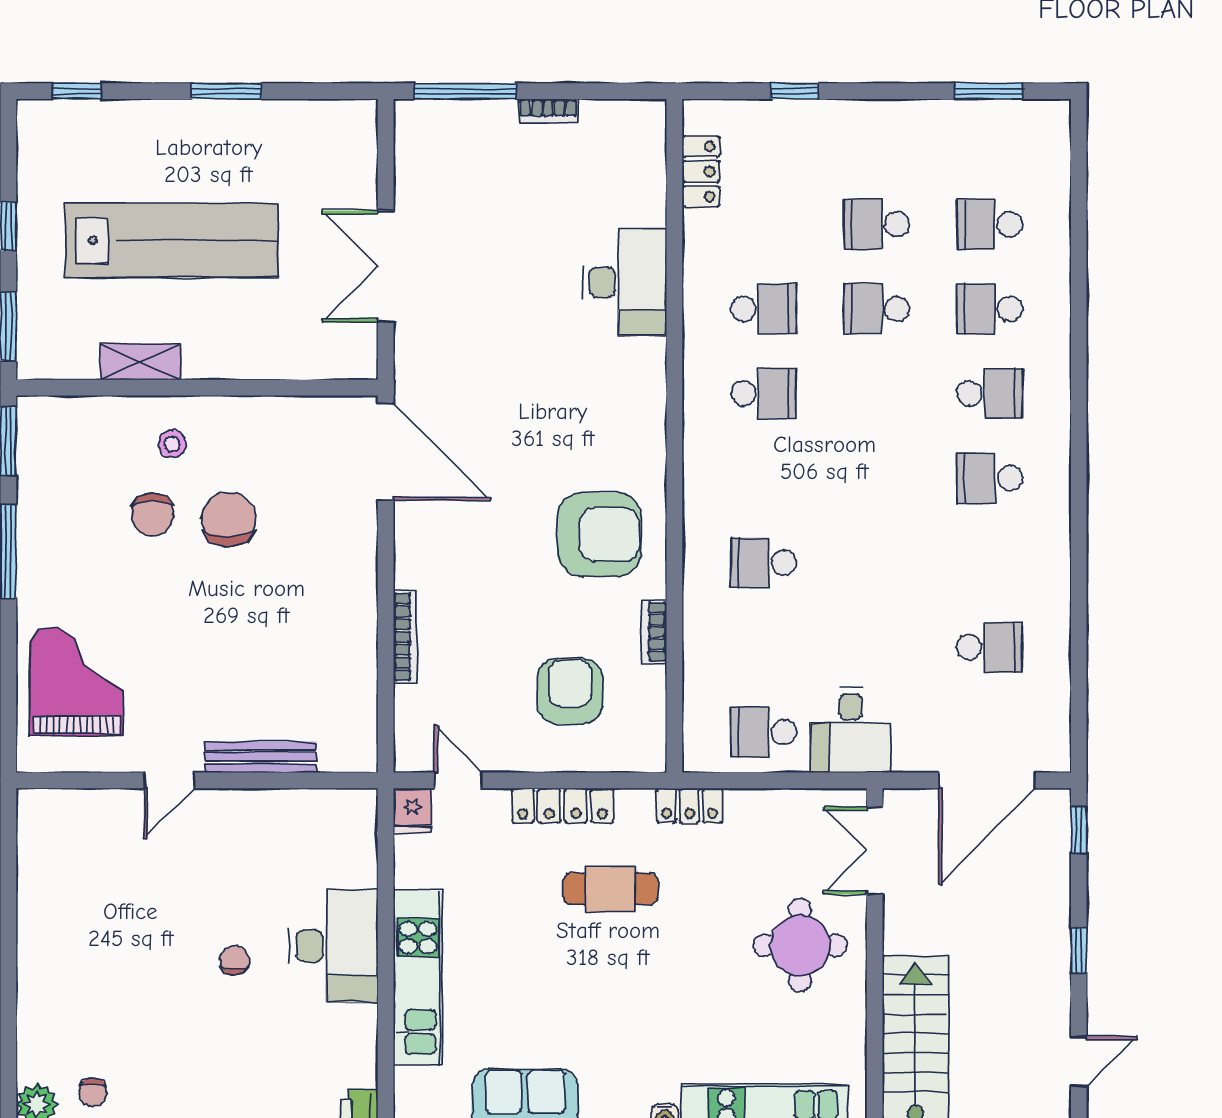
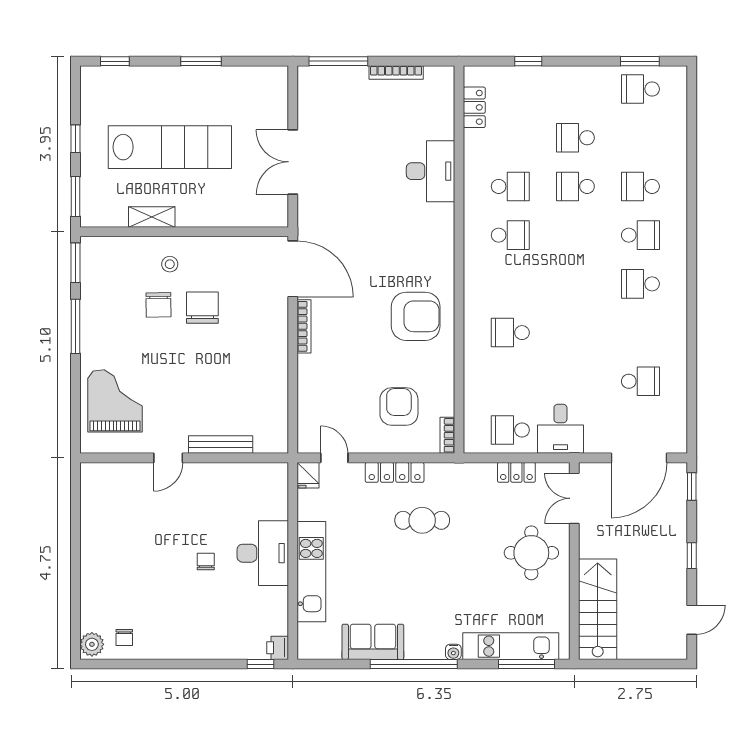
bookcase: (548, 111) -> (396, 72), width x1.56
school desk: (990, 224) -> (640, 89), moved
bookcase: (654, 632) -> (447, 435), moved
bookcase: (405, 637) -> (304, 326), moved
locker: (690, 806) -> (516, 472), moved

